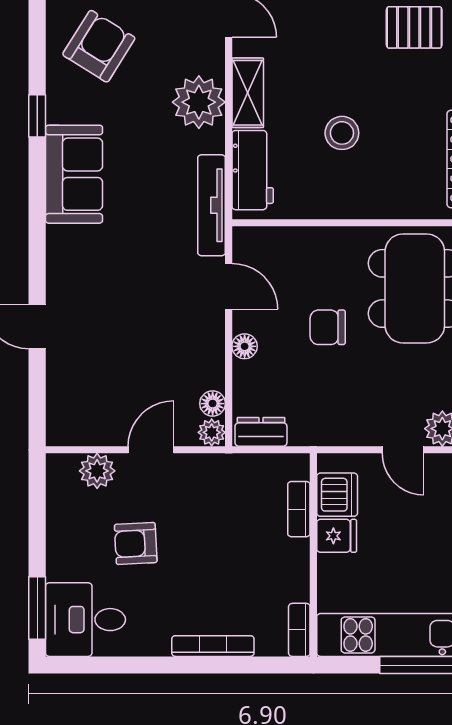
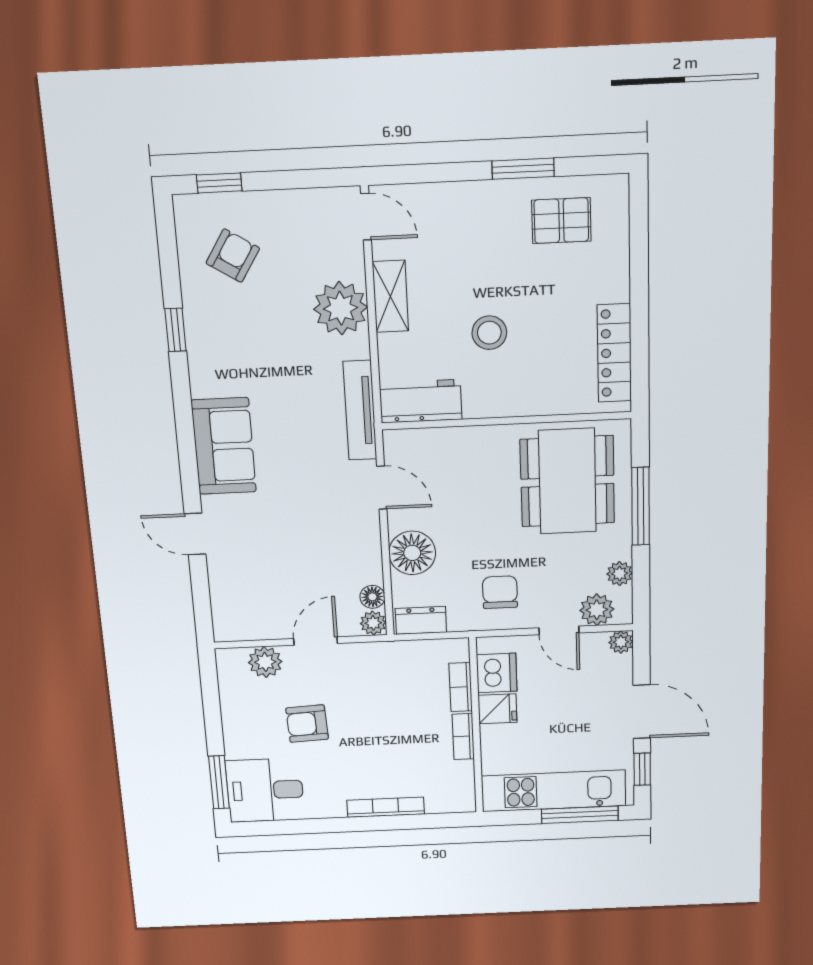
armchair: (99, 46) -> (233, 256), width x0.72, depth x0.72
workbench: (253, 170) -> (421, 401), moved, turned -90
sofa: (74, 174) -> (224, 446), moved
chair: (328, 327) -> (500, 592), moved, turned 90
floor lamp: (245, 346) -> (412, 553), width x1.89, depth x1.89
bookcase: (299, 630) -> (463, 737), moved

